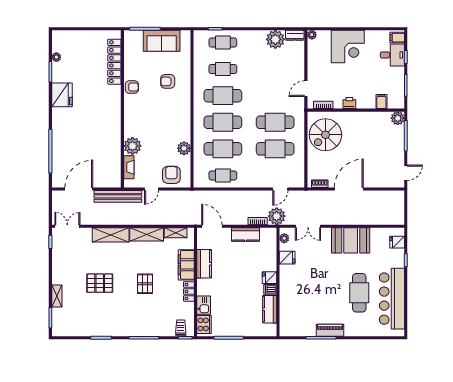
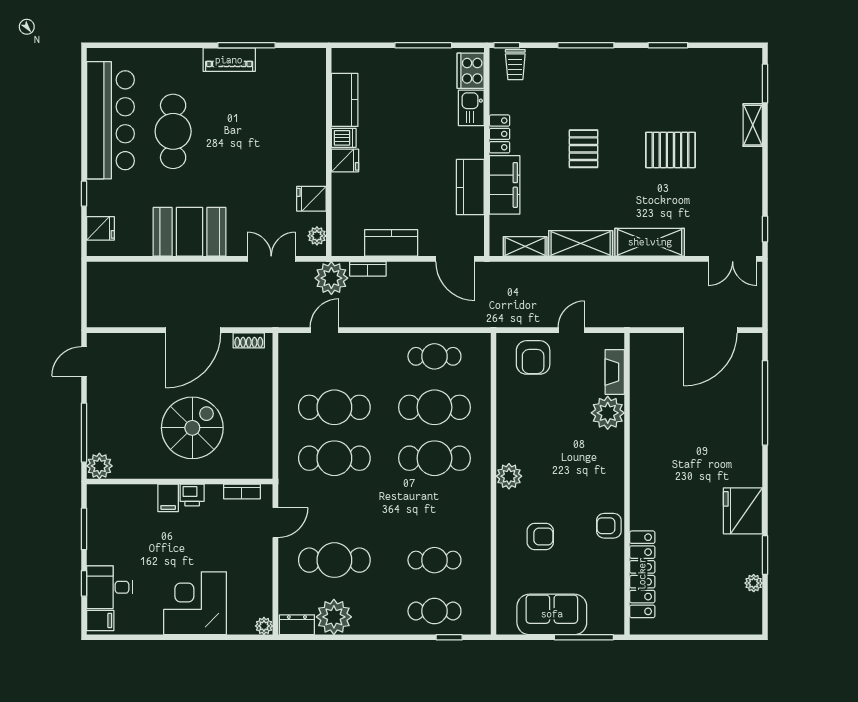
cafe table: (223, 96) -> (334, 560), moved
filing cabinet: (381, 102) -> (168, 498), moved
spiral stairs: (325, 135) -> (192, 428), moved
plant: (184, 148) -> (509, 476), moved
bench: (118, 196) -> (636, 316), removed

